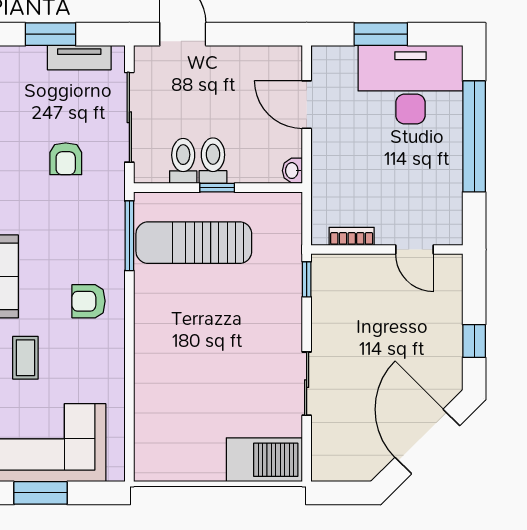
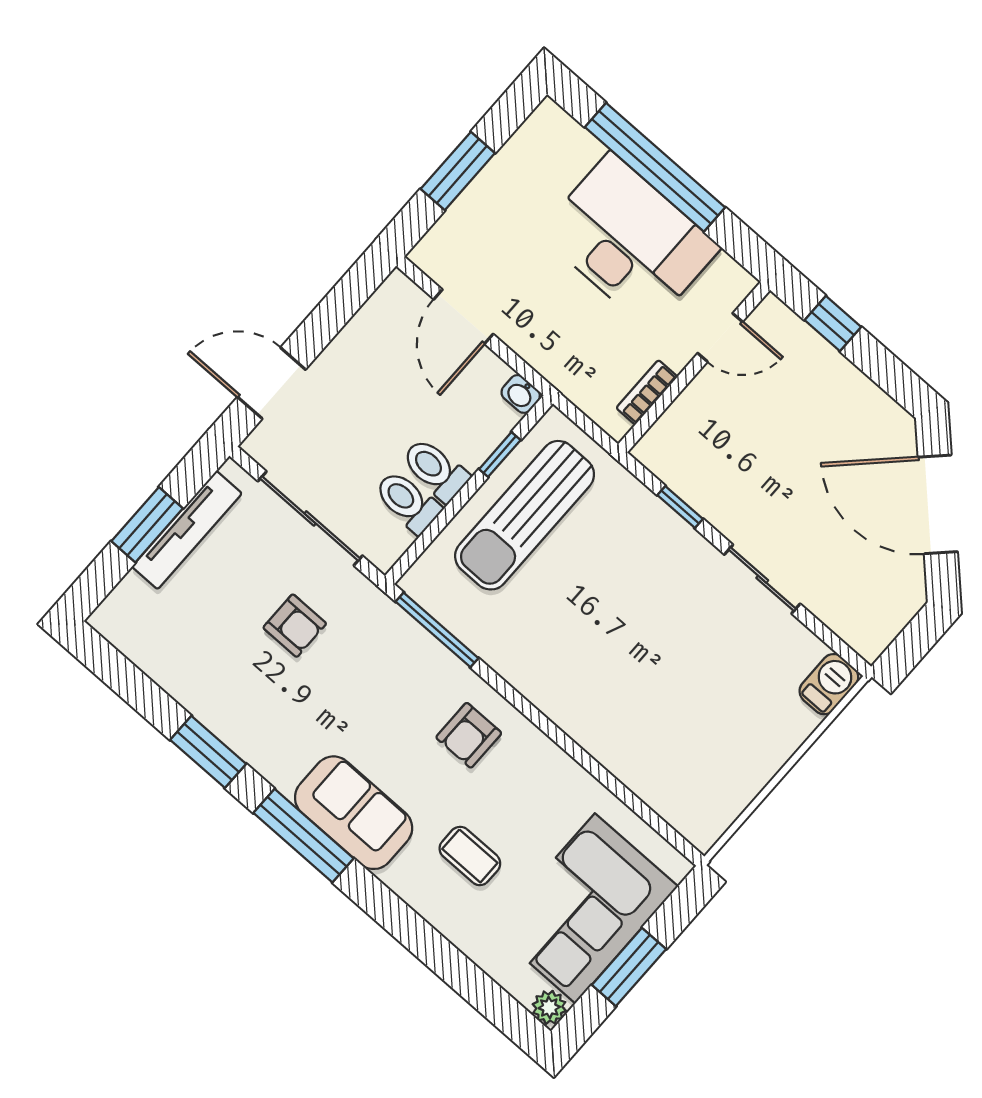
tv unit: (79, 58) -> (187, 530), width x1.41
desk: (410, 85) -> (629, 240), moved, turned 90
door: (307, 105) -> (463, 317), hinge flipped
window: (217, 188) -> (500, 455), moved
sun lounger: (194, 243) -> (525, 515), moved
window: (307, 279) -> (680, 507), moved
window: (474, 341) -> (833, 324), moved
barbecue: (264, 460) -> (829, 684), width x0.53, depth x0.65

